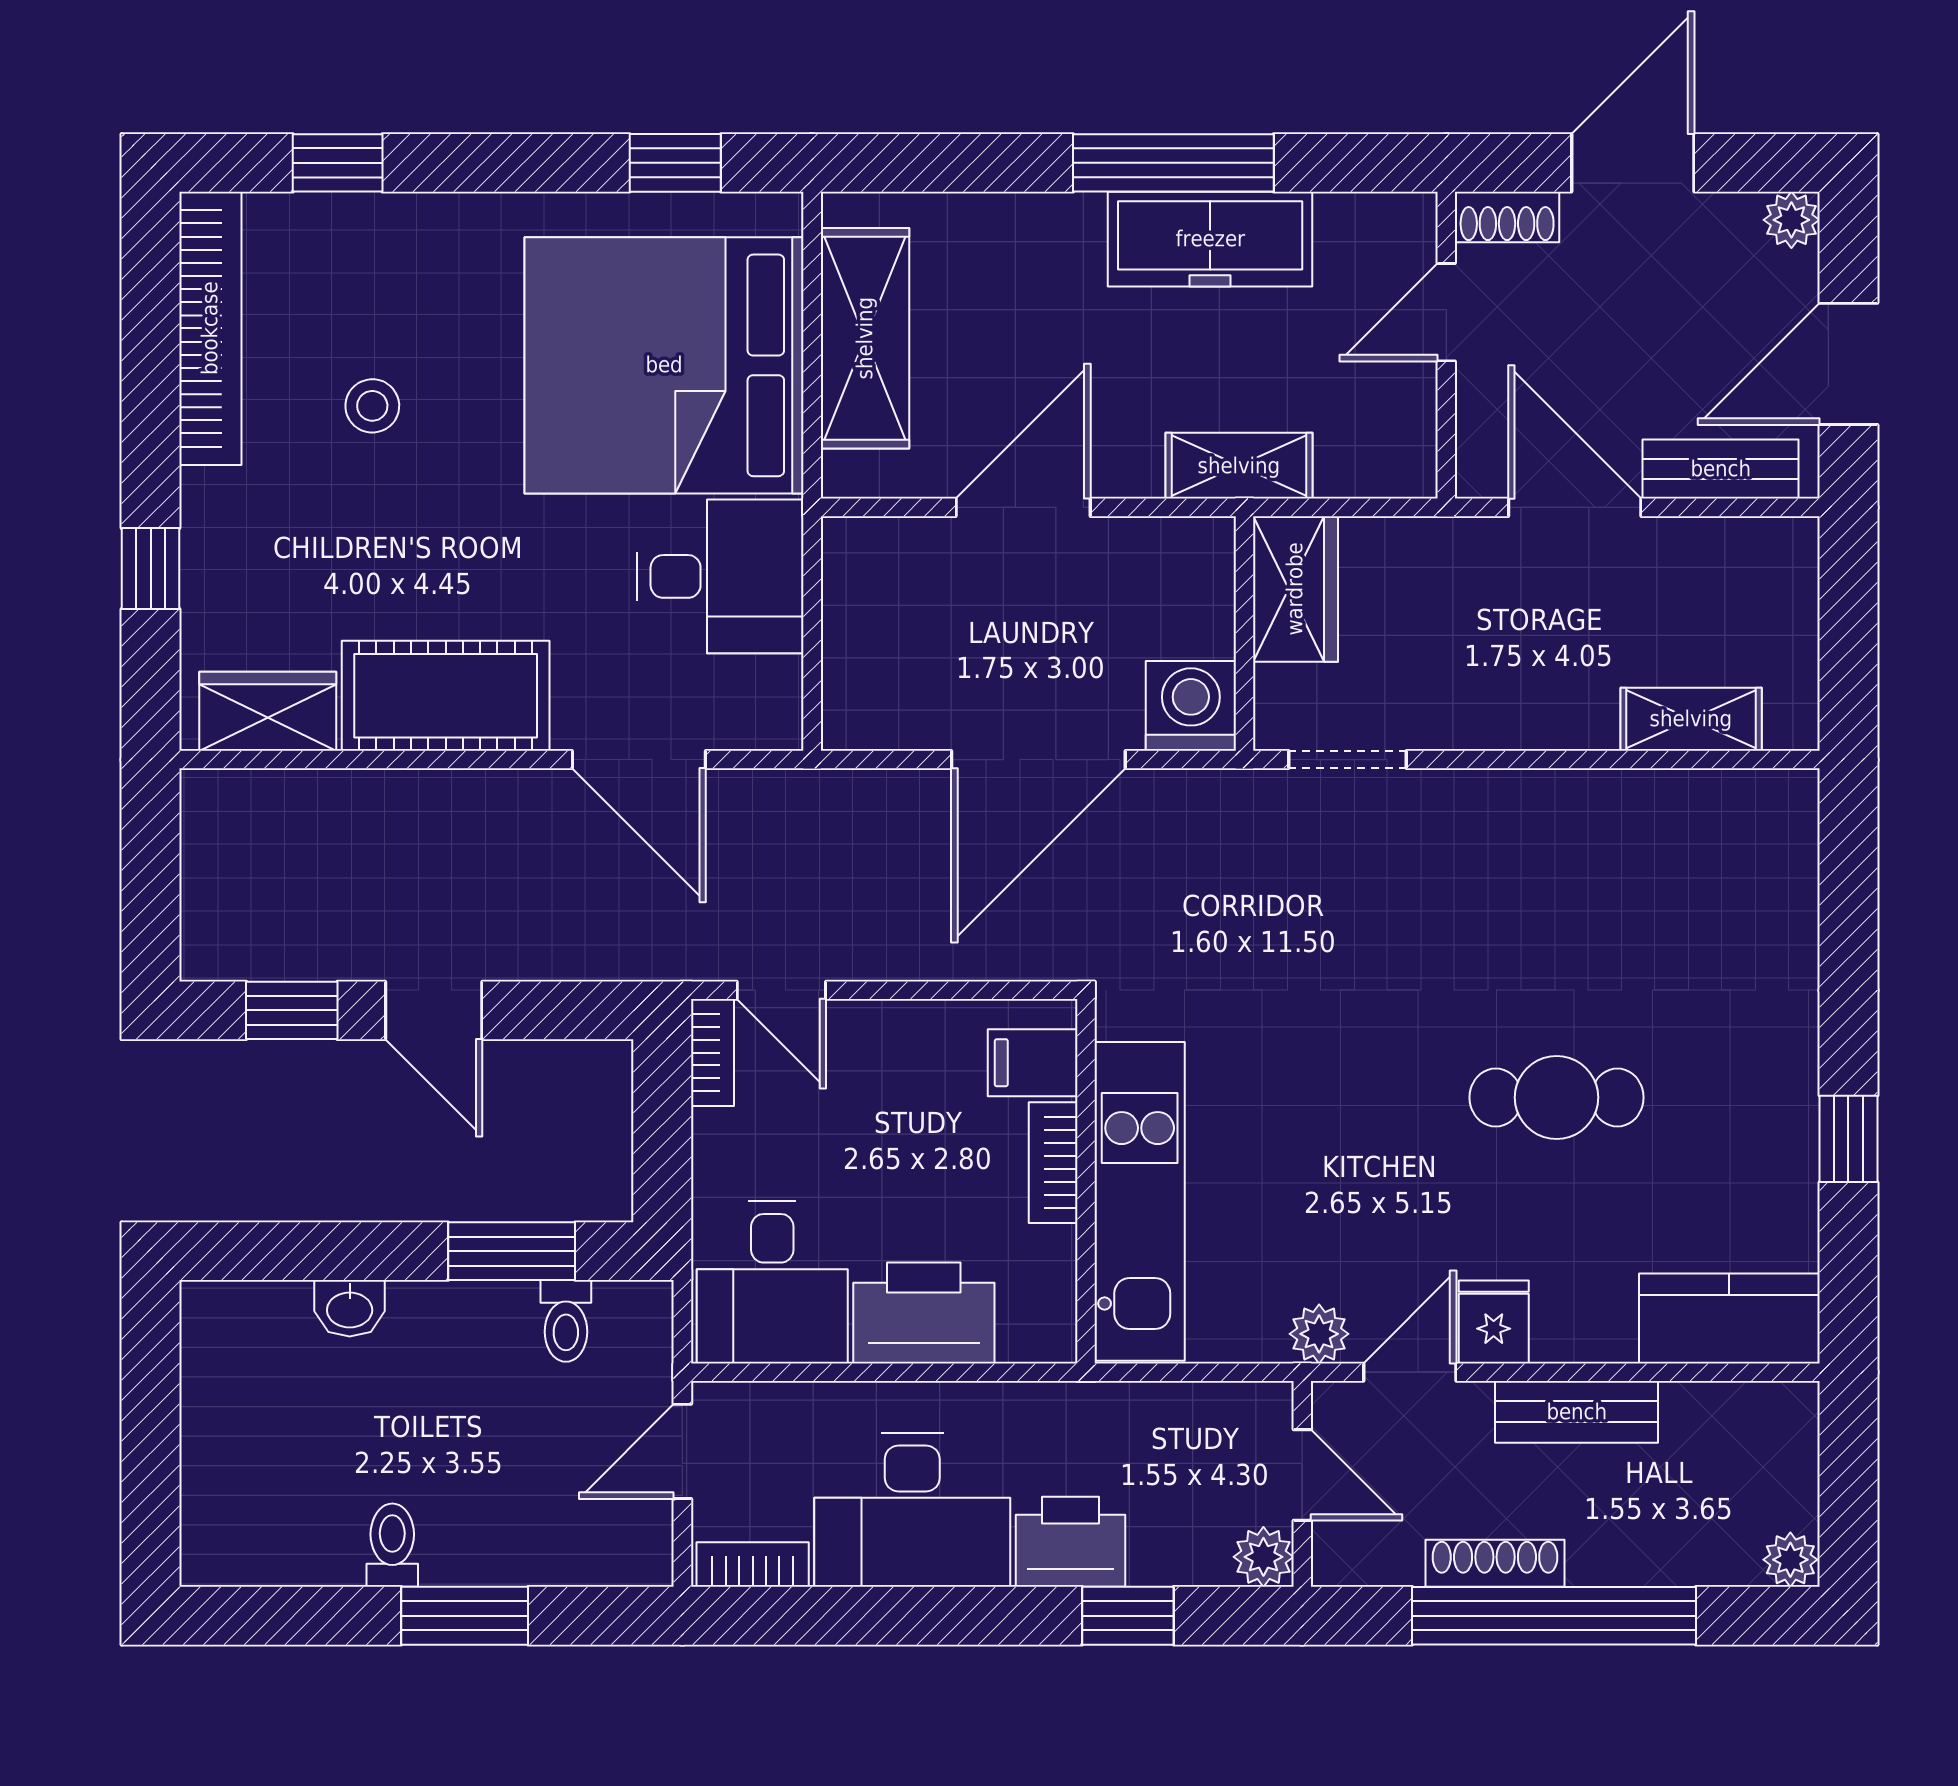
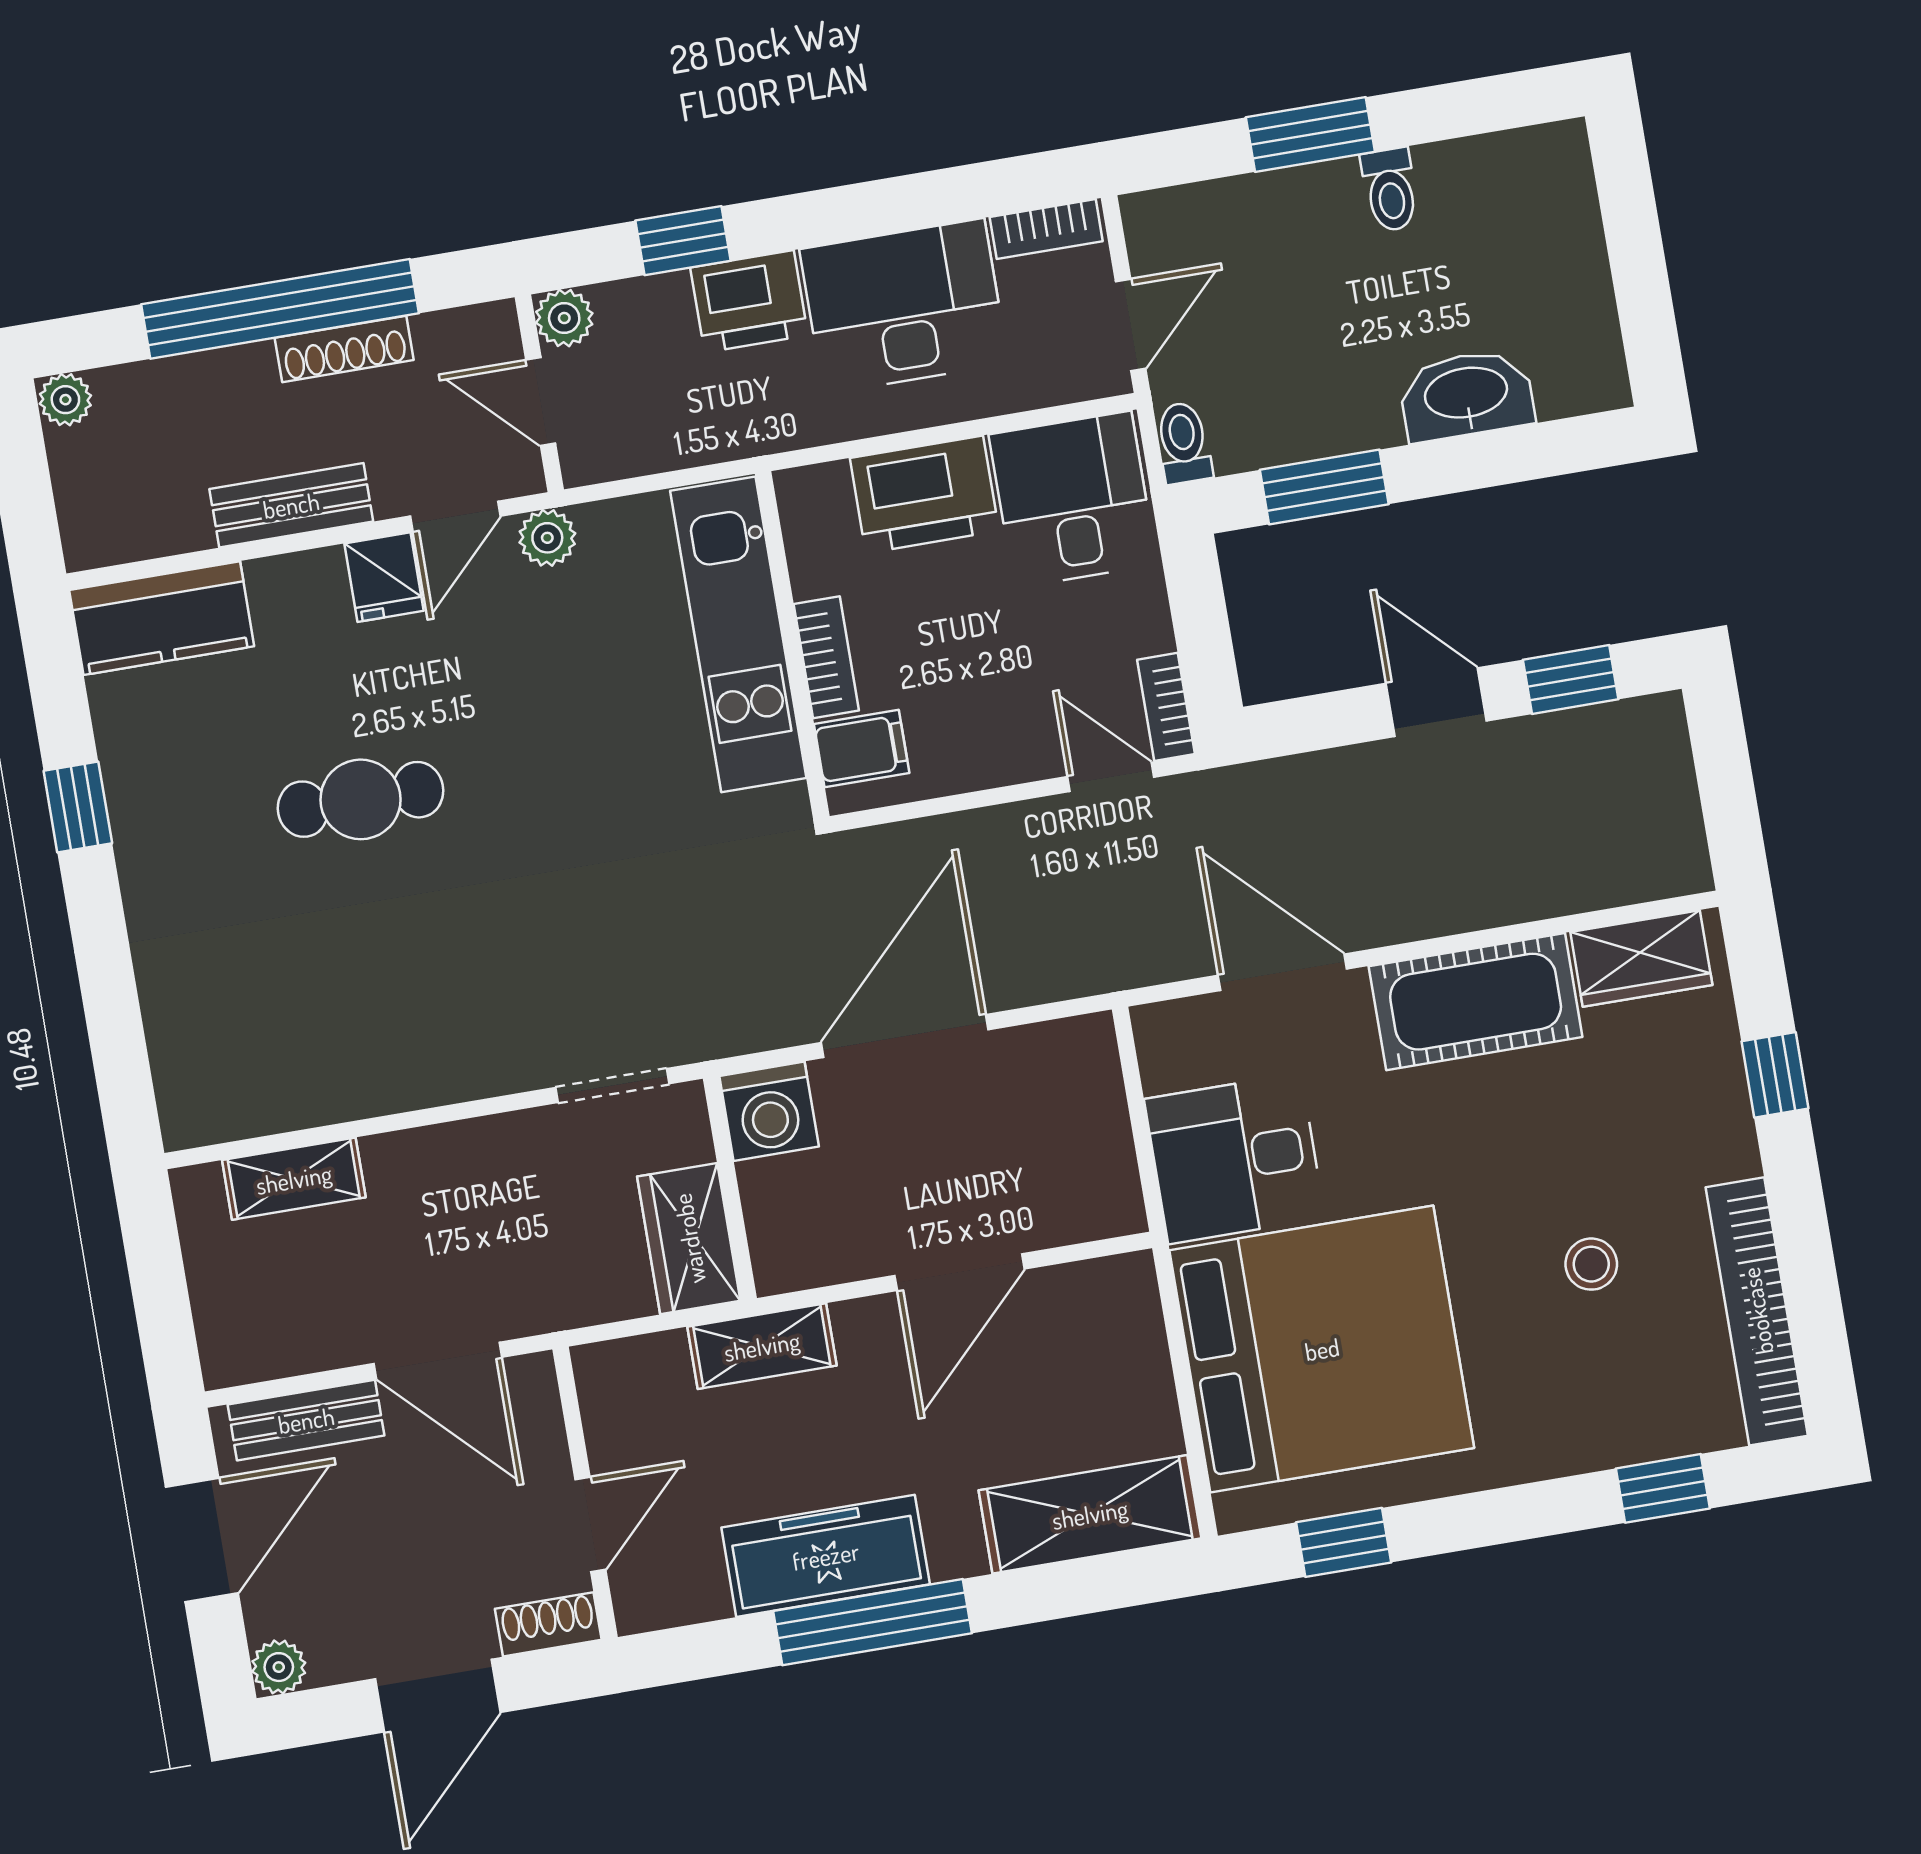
shelving: (865, 338) -> (1090, 1514), moved, turned 90
washbasin: (350, 1308) -> (1466, 395), width x1.91, depth x1.45
toilet: (566, 1321) -> (1184, 443), moved

